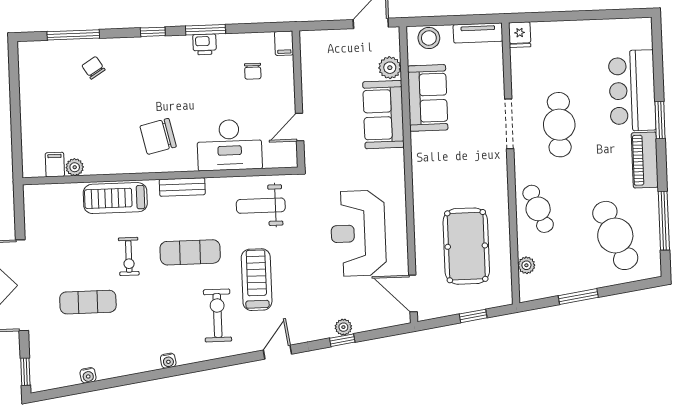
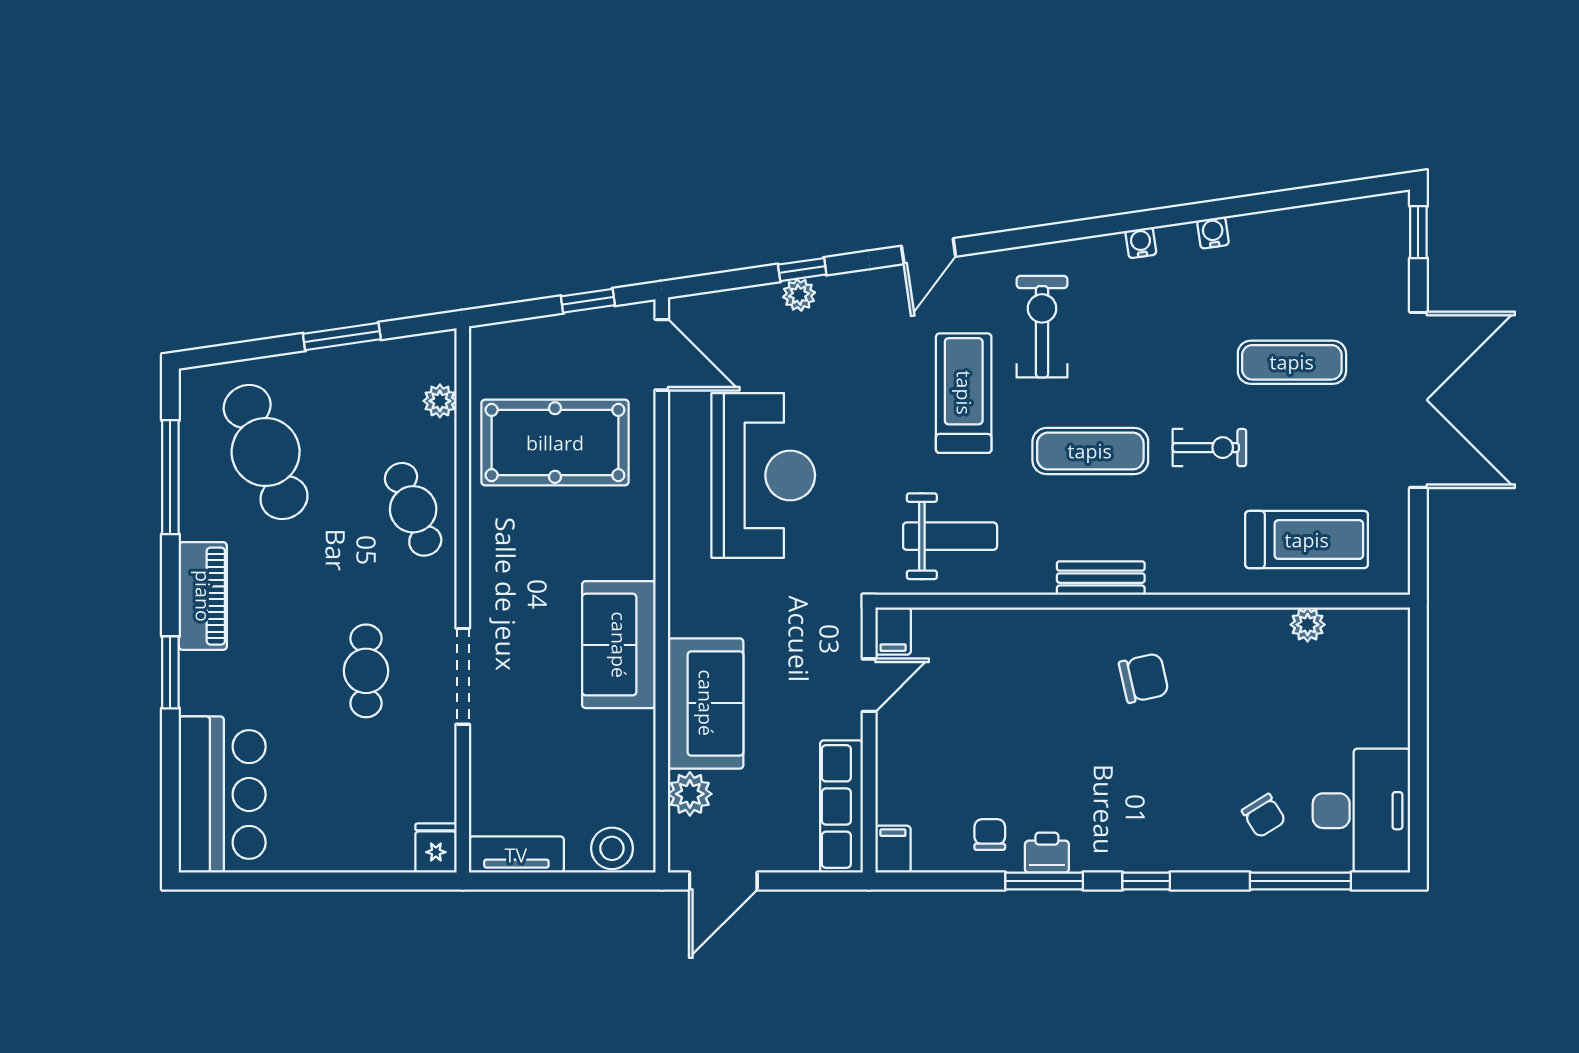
row of seats: (311, 64) -> (841, 807), added
chair: (253, 71) -> (990, 835), moved
bar counter: (632, 91) -> (222, 794), moved
sofa: (428, 98) -> (619, 645), moved
cafe table: (559, 125) -> (366, 671), width x0.73, depth x0.74
chair: (158, 136) -> (1144, 678), width x0.73, depth x0.73
desk: (229, 145) -> (1361, 811), moved, turned 90
filing cabinet: (55, 165) -> (893, 631), moved
treadmill: (115, 198) -> (1307, 540), moved
pool table: (466, 246) -> (555, 443), turned 90
exercise bike: (129, 256) -> (1209, 448), turned 90
treadmill: (257, 280) -> (964, 393), turned 180
exercise bike: (217, 315) -> (1042, 327), turned 180
window: (473, 316) -> (588, 301), moved
water cooler: (88, 375) -> (1213, 233), moved

